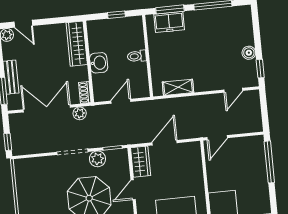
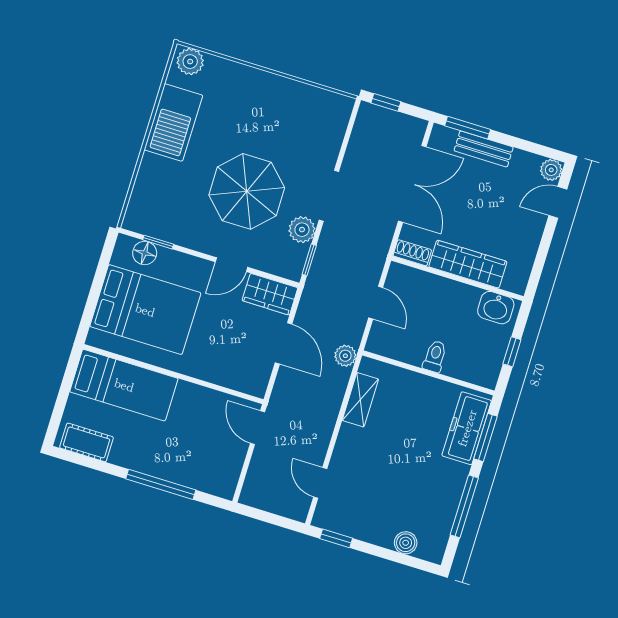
freezer: (169, 22) -> (467, 428), width x1.40
wardrobe: (77, 44) -> (468, 264), moved
boiler: (249, 53) -> (406, 543), moved
washbasin: (99, 63) -> (496, 308), moved
plant: (80, 113) -> (345, 356), moved
window: (269, 162) -> (161, 484), moved
door: (133, 190) -> (231, 265), swing flipped

